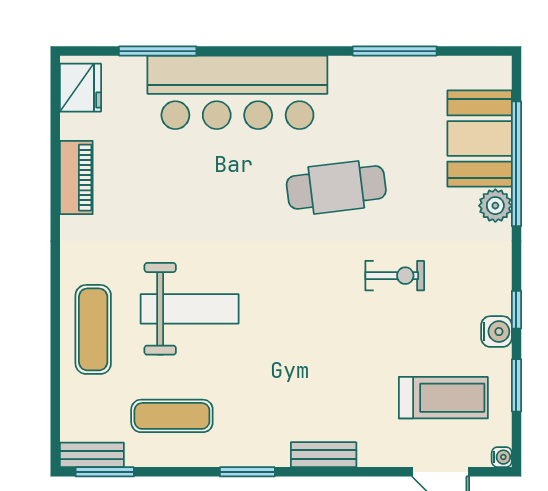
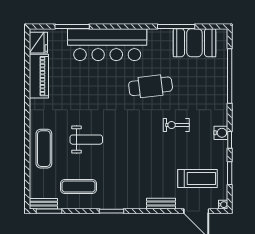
booth: (480, 139) -> (194, 43), moved, turned 90
piano: (76, 178) -> (39, 76), width x1.37, depth x1.33
plant: (495, 206) -> (220, 94), removed
exercise bike: (395, 276) -> (176, 125), turned 180
weight bench: (190, 309) -> (86, 140), width x0.73, depth x0.75
water cooler: (496, 332) -> (221, 133), moved
bench: (324, 455) -> (161, 204), moved

